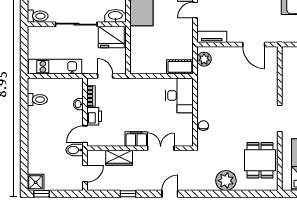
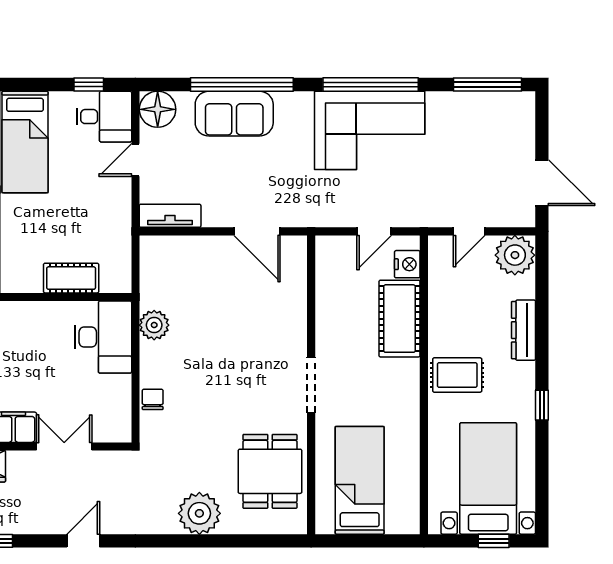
plant: (204, 59) -> (154, 325), moved
cot: (180, 67) -> (71, 278), moved

